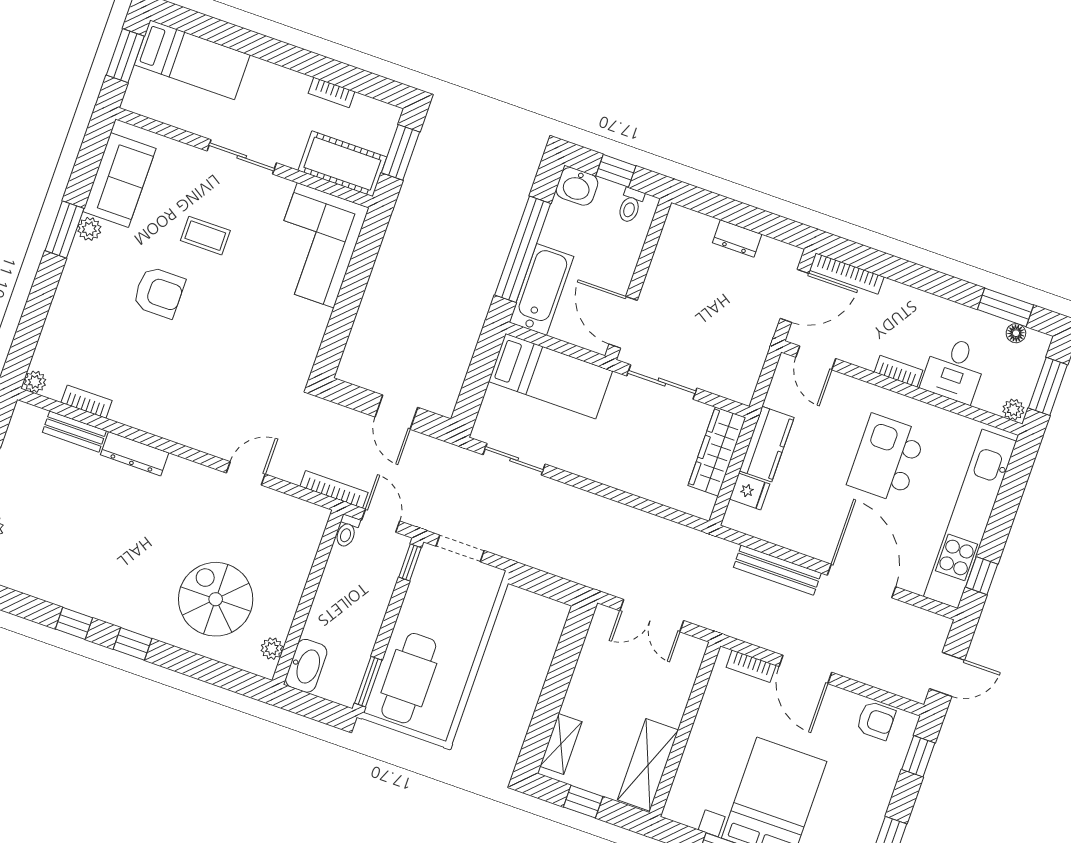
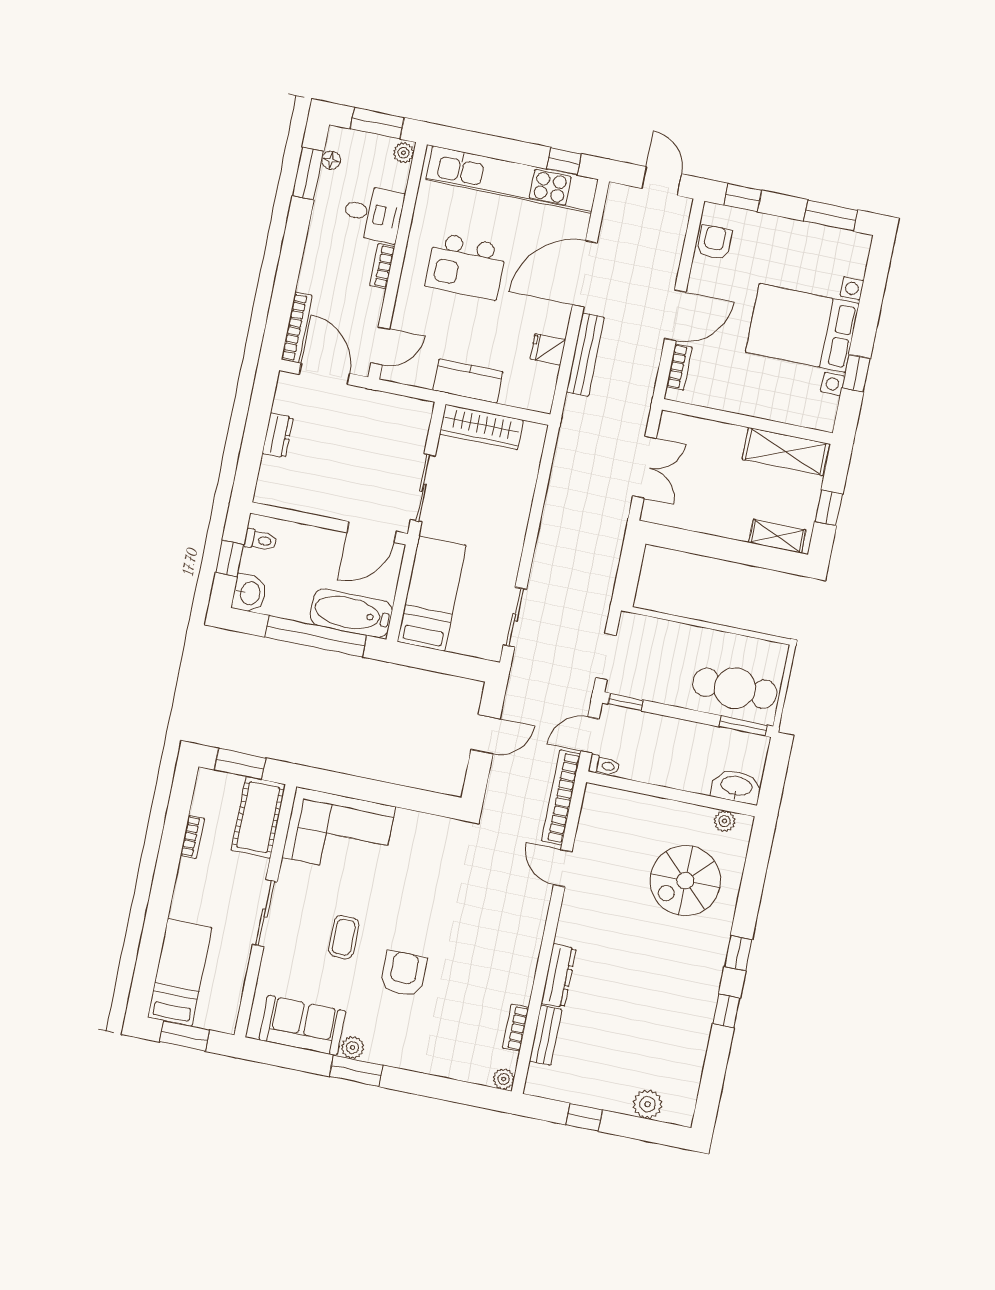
bookcase: (334, 489) -> (561, 797), width x1.48, depth x1.31
fridge: (750, 492) -> (548, 349), moved, turned -90

